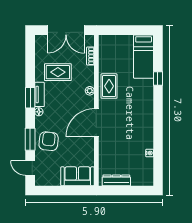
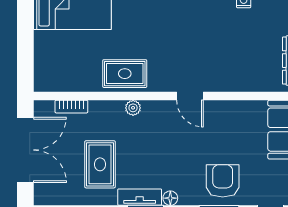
door: (96, 123) -> (190, 96), width x0.53
armchair: (49, 141) -> (223, 181), turned 84

